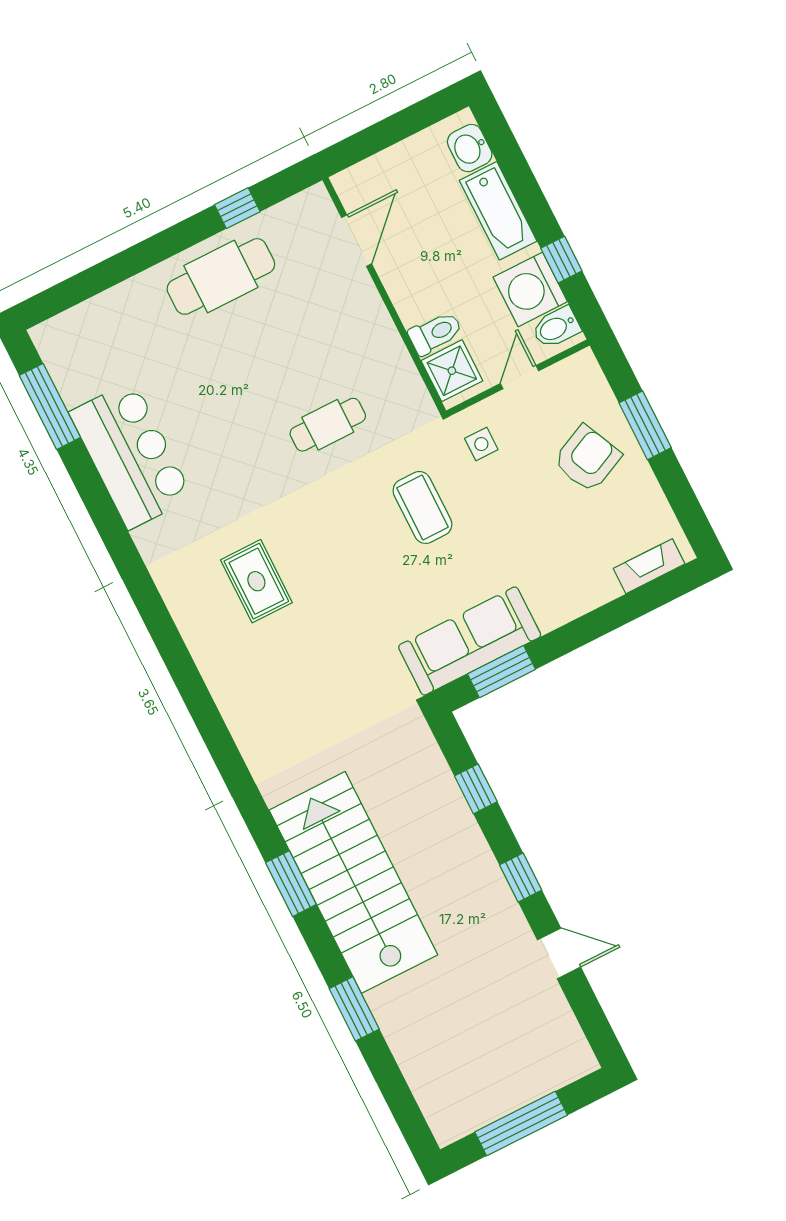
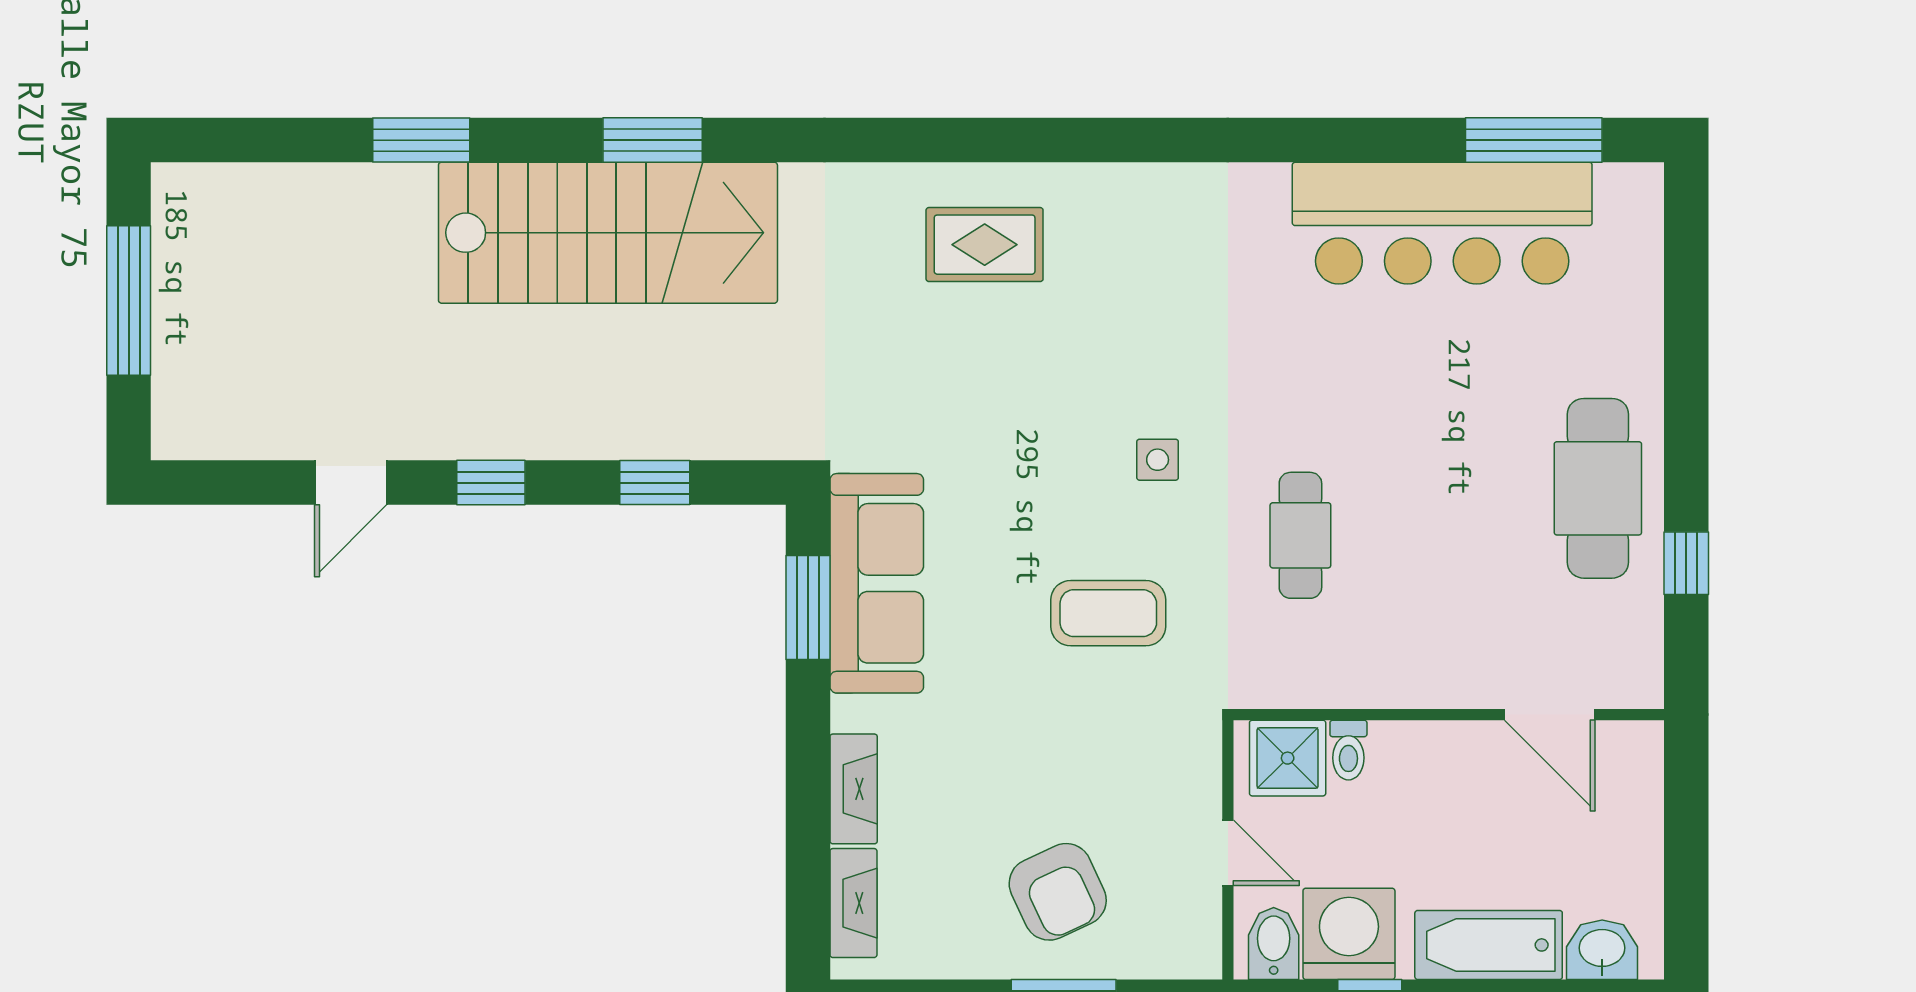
toilet: (435, 333) -> (1348, 750), width x0.73, depth x0.72
side table: (481, 444) -> (1158, 460), moved
bar counter: (131, 455) -> (1442, 223), width x1.36
rug: (256, 581) -> (985, 245), moved
fireplace: (587, 597) -> (854, 789), added

